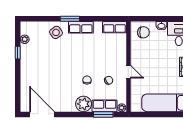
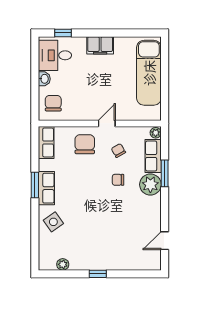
window: (70, 19) -> (35, 185), moved
window: (18, 53) -> (98, 274), moved
chair: (113, 56) -> (85, 144), added
door: (42, 114) -> (165, 241), width x0.53
window: (103, 114) -> (165, 173), moved

